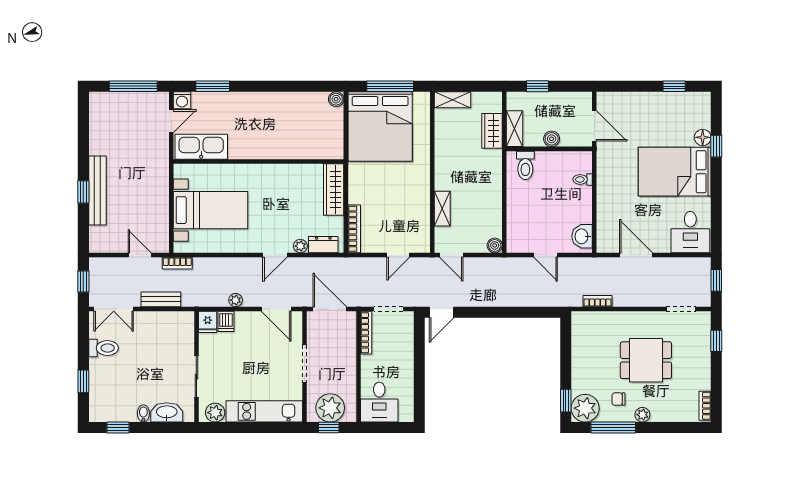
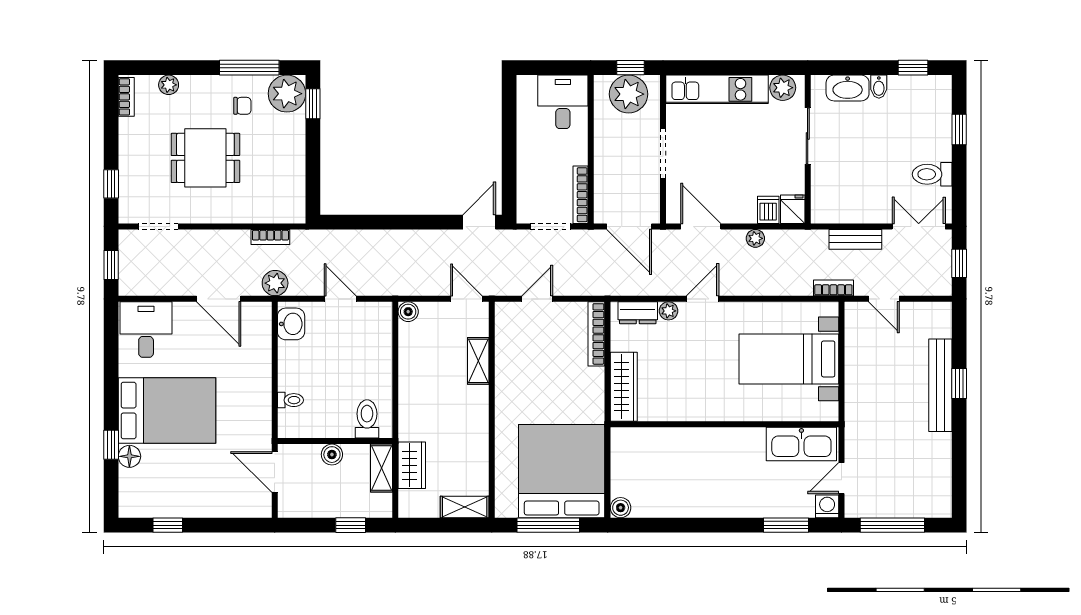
plant: (594, 267) -> (275, 283), added
plant: (642, 415) -> (169, 85), moved

